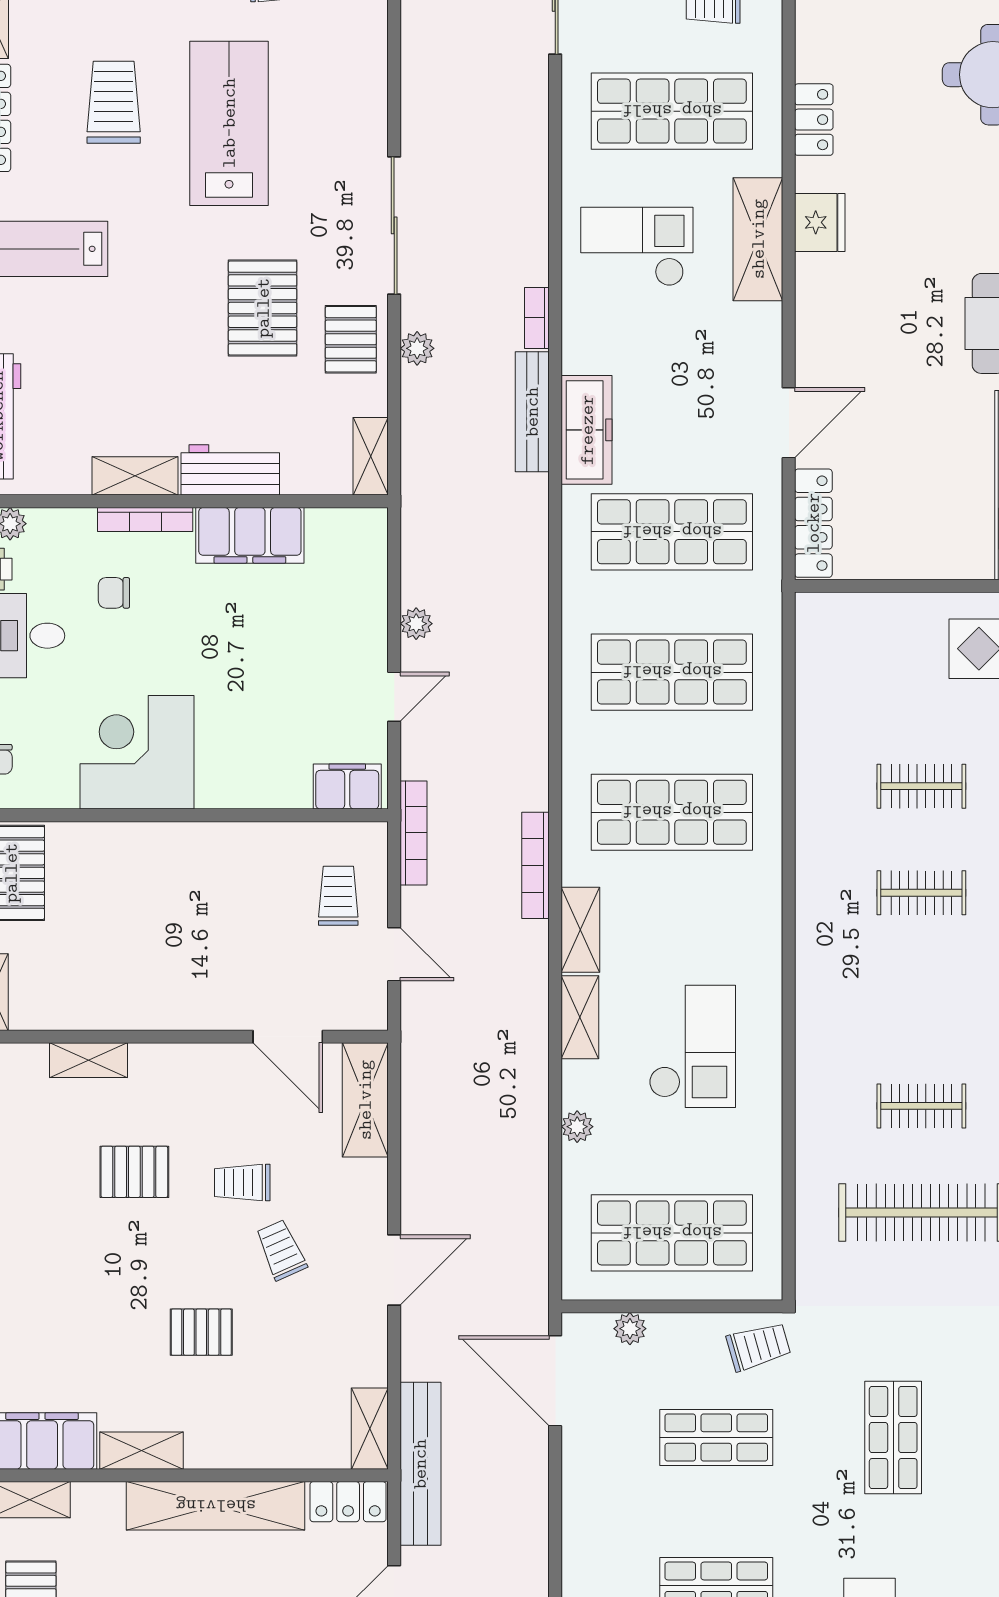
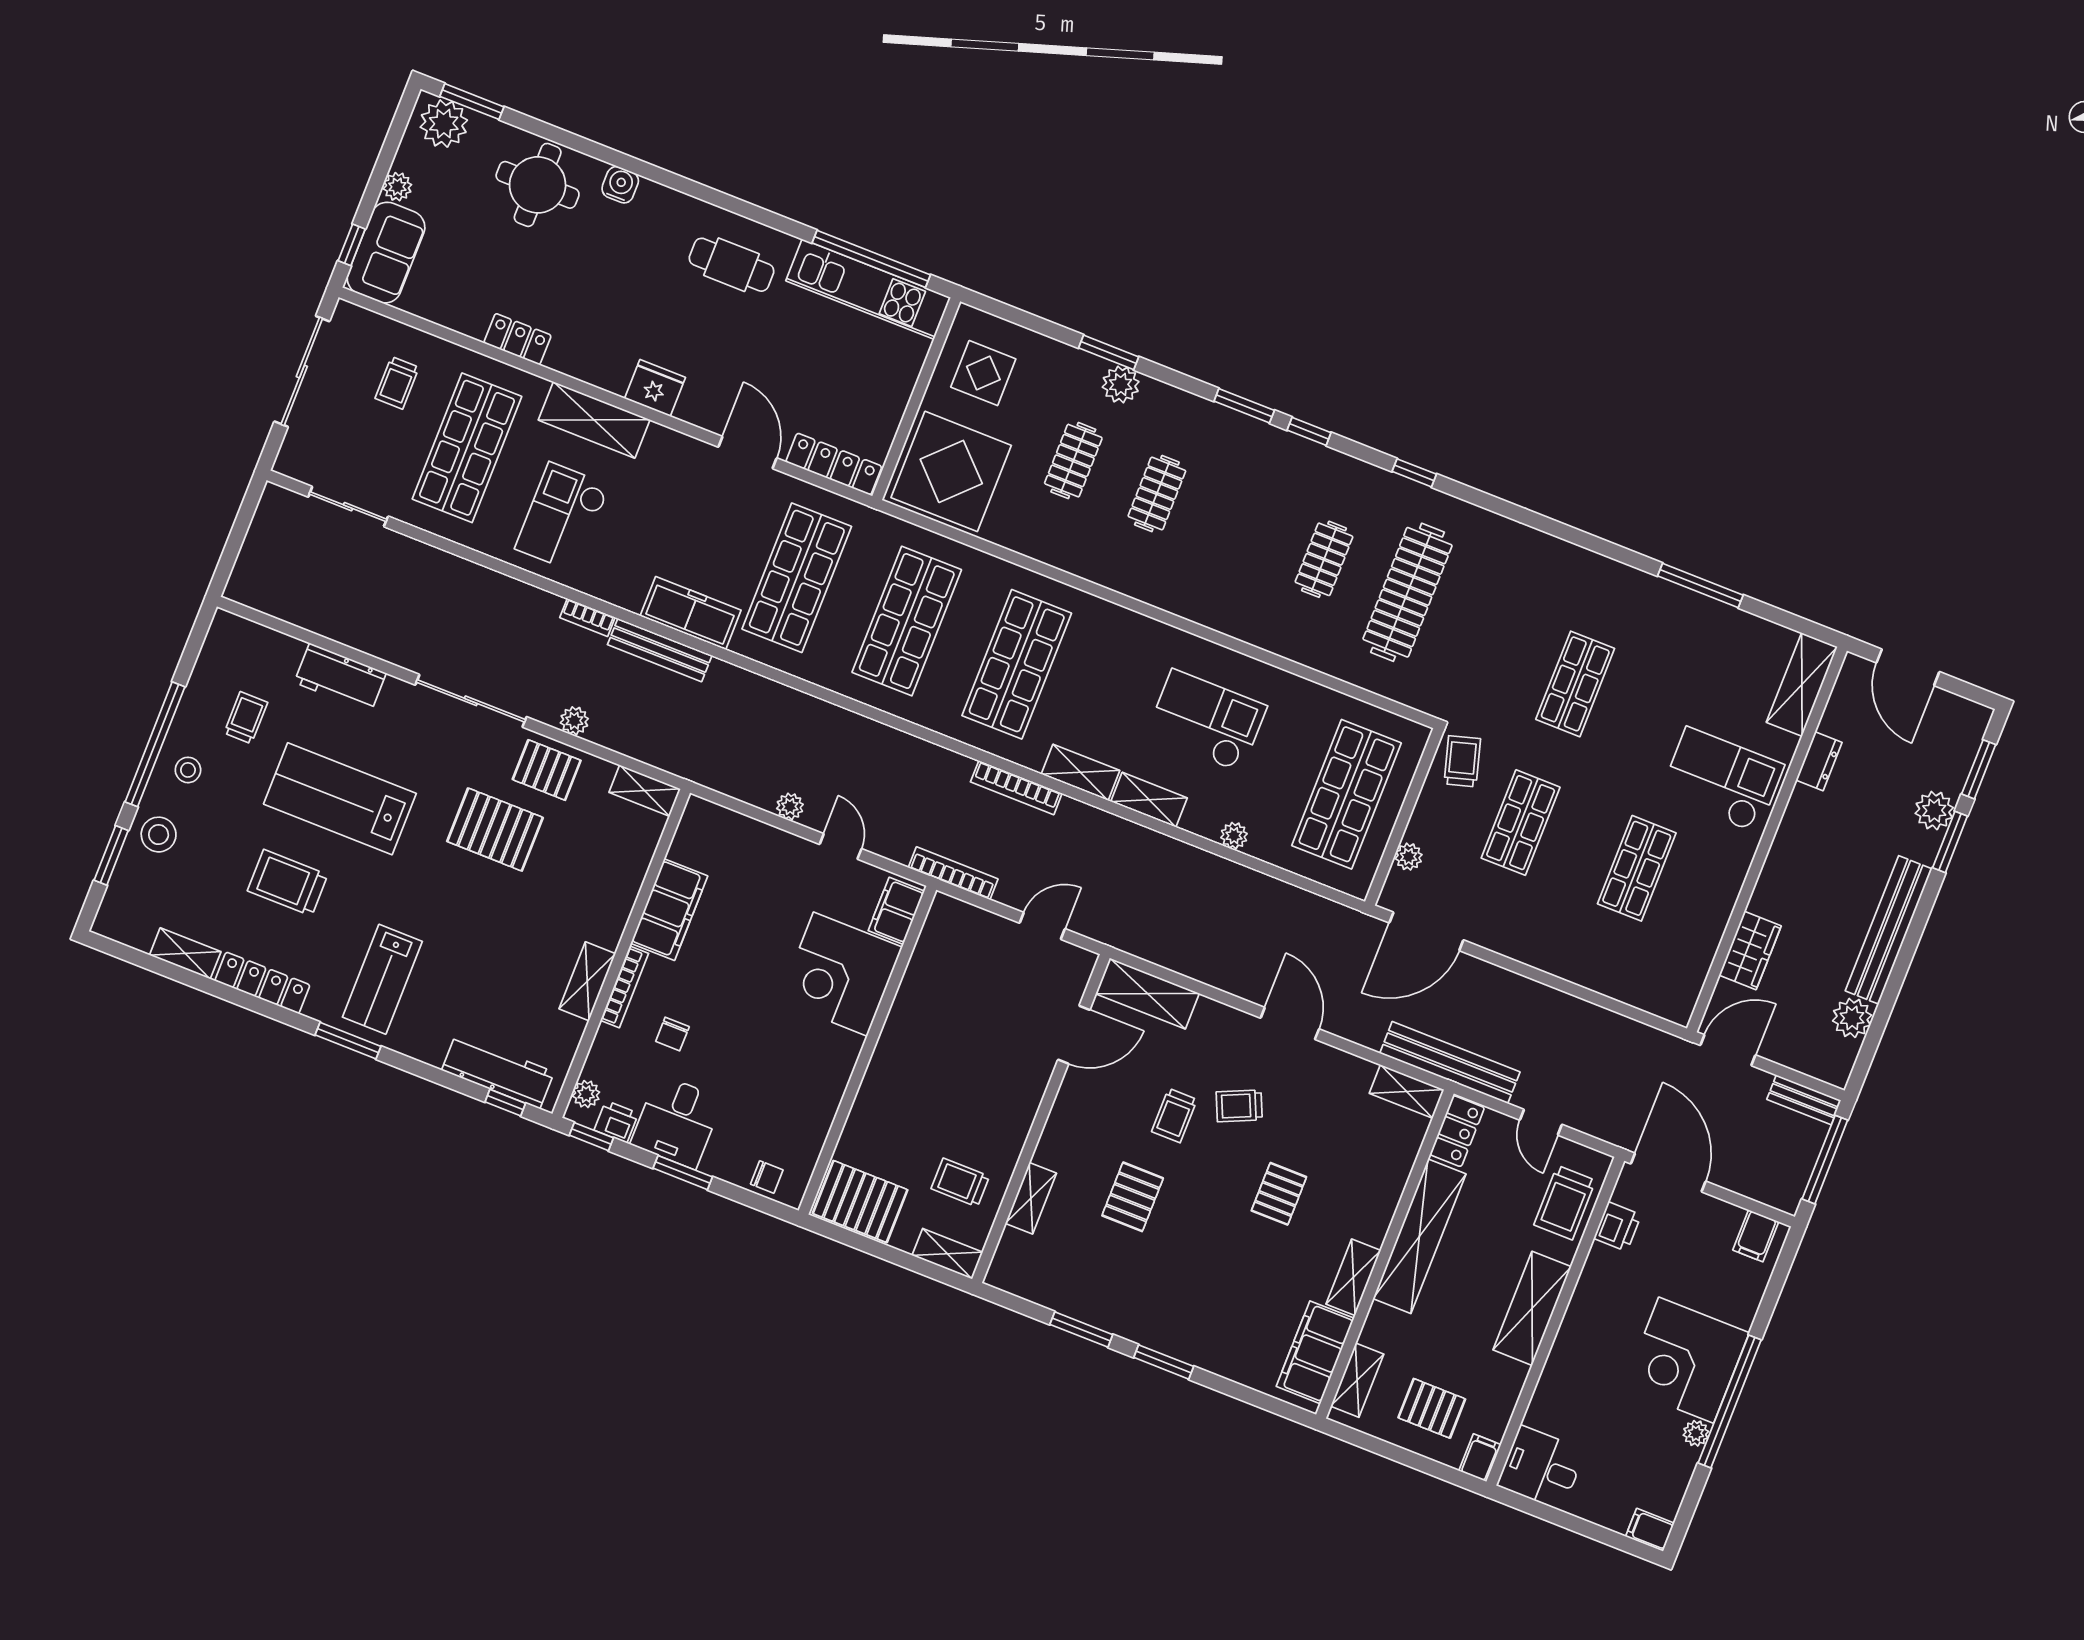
fridge: (820, 222) -> (655, 388), moved
workbench: (230, 470) -> (340, 678), moved, turned -90
display table: (856, 656) -> (951, 471), added
corner desk: (137, 752) -> (840, 974), moved
trolley: (338, 896) -> (960, 1182), moved
shop shelf: (893, 1438) -> (1575, 684), turned 90

